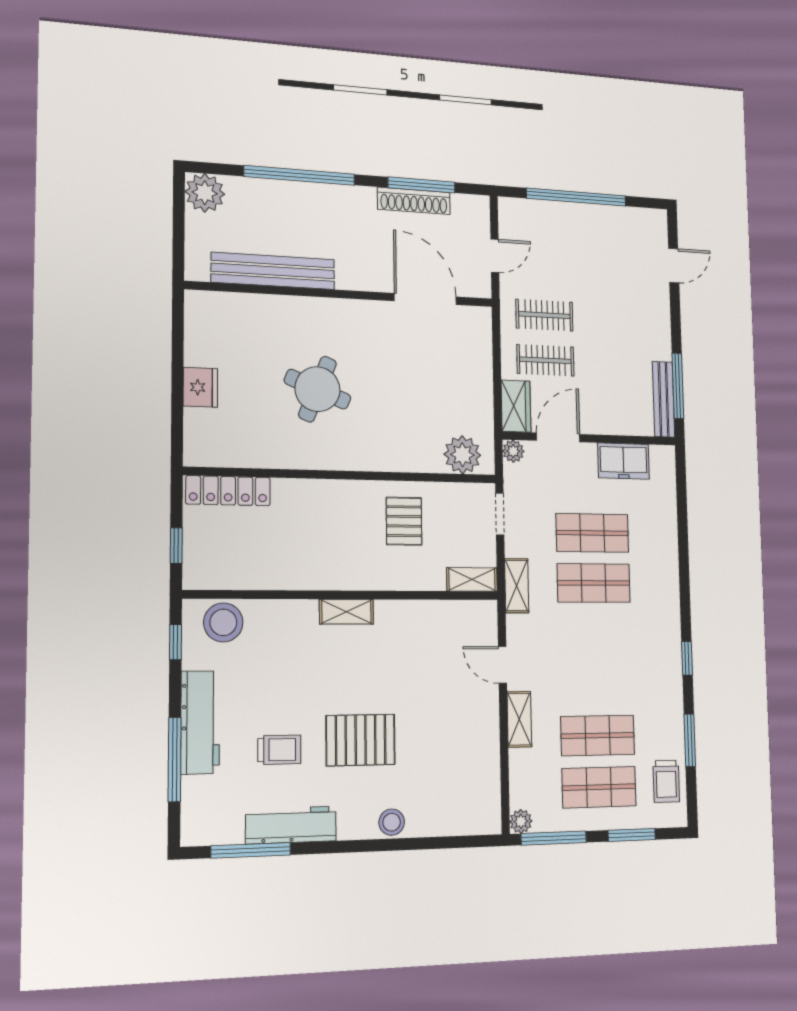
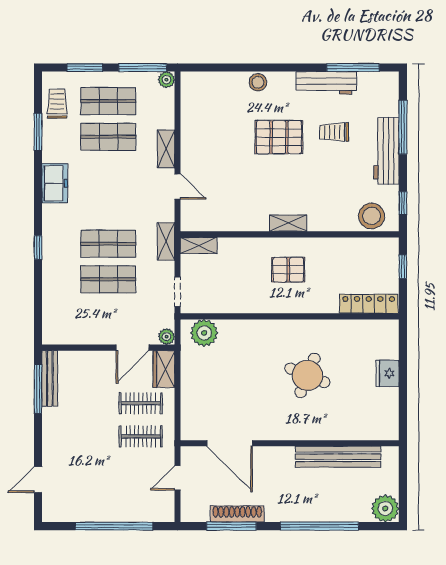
freezer: (623, 461) -> (55, 183), moved, turned 90
pallet: (404, 521) -> (288, 270), moved, turned 90
window: (687, 658) -> (38, 247), moved

